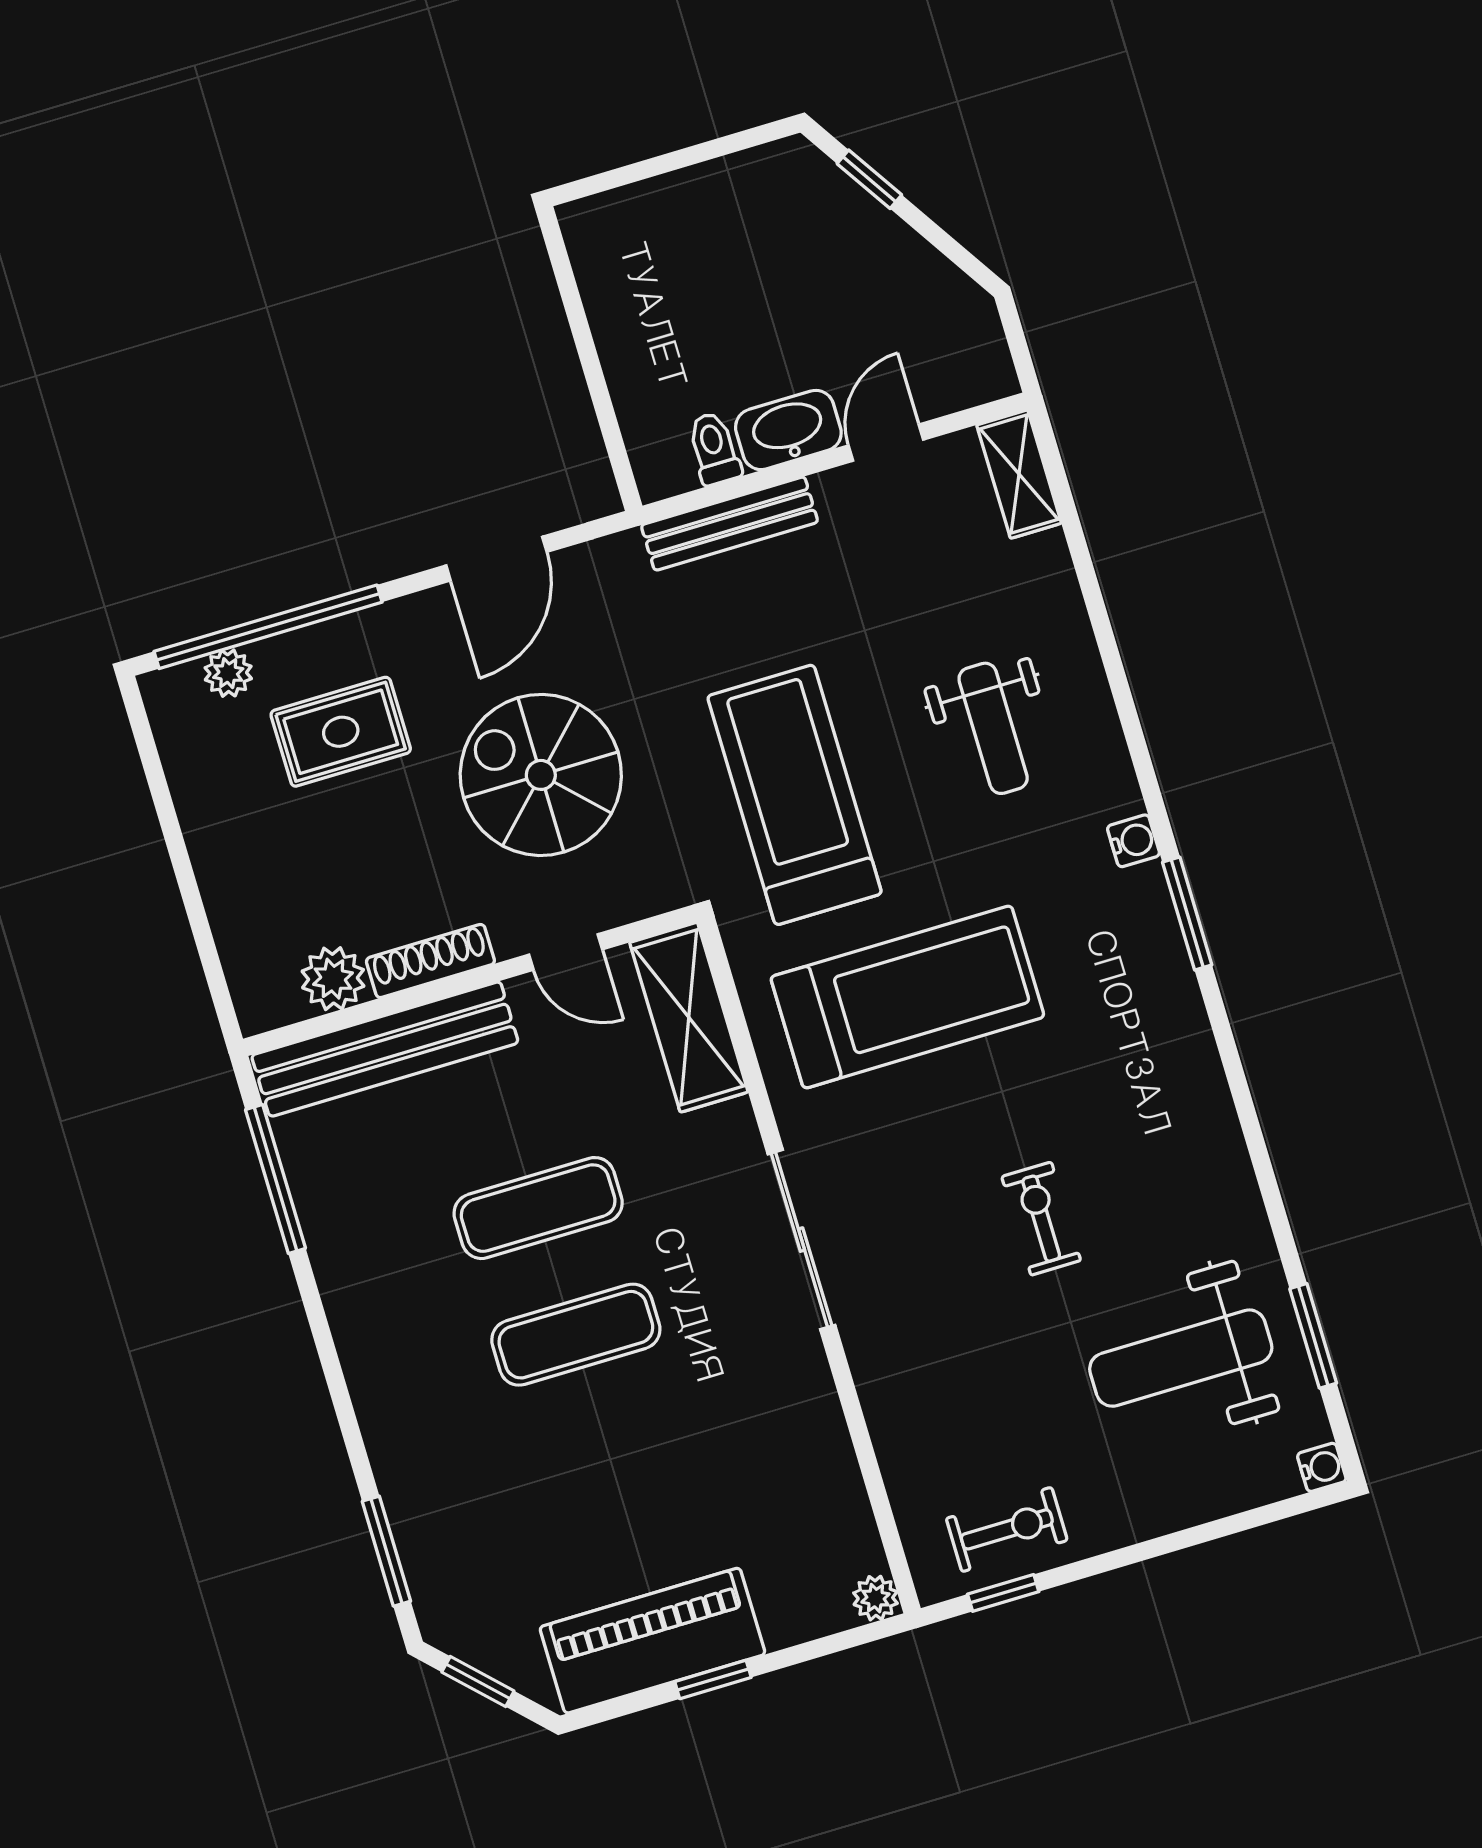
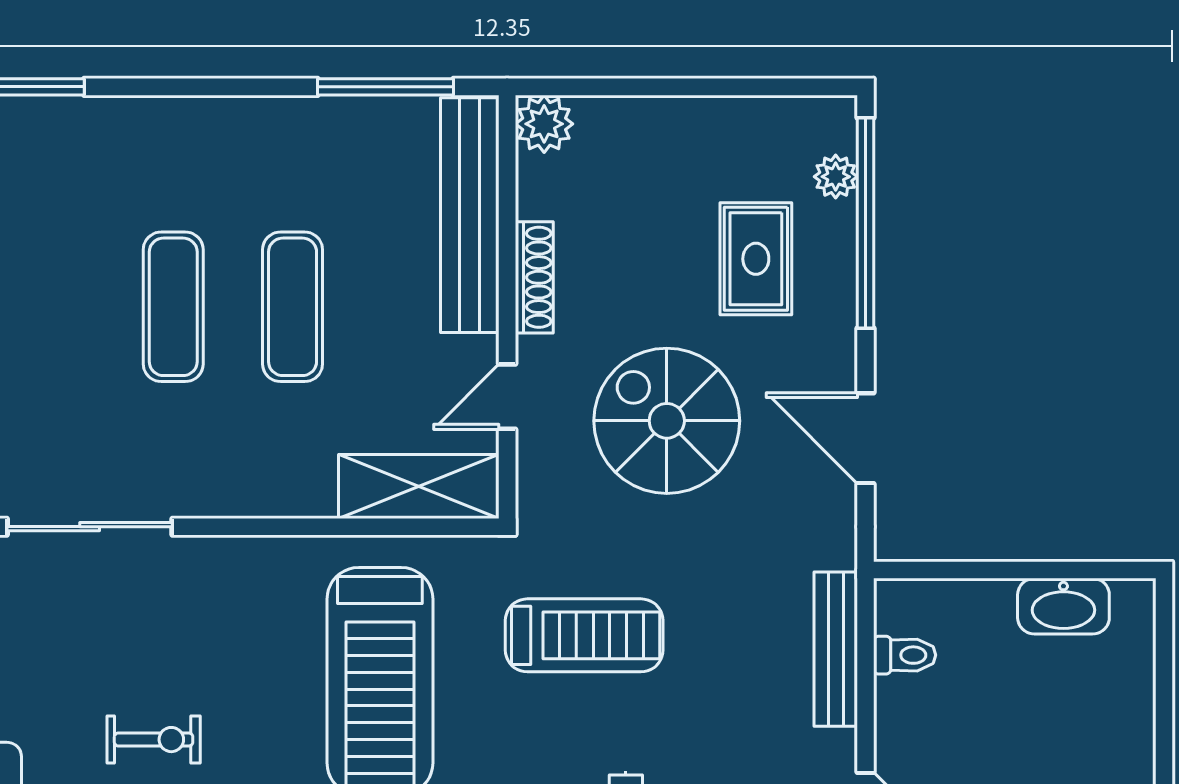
washbasin: (788, 430) -> (1063, 606), moved, turned 90
spiral stairs: (541, 775) -> (667, 421), turned -90
treadmill: (794, 795) -> (584, 635), width x0.73, depth x0.73
plant: (333, 979) -> (544, 124), moved
sliding door: (802, 1240) -> (90, 527), moved

